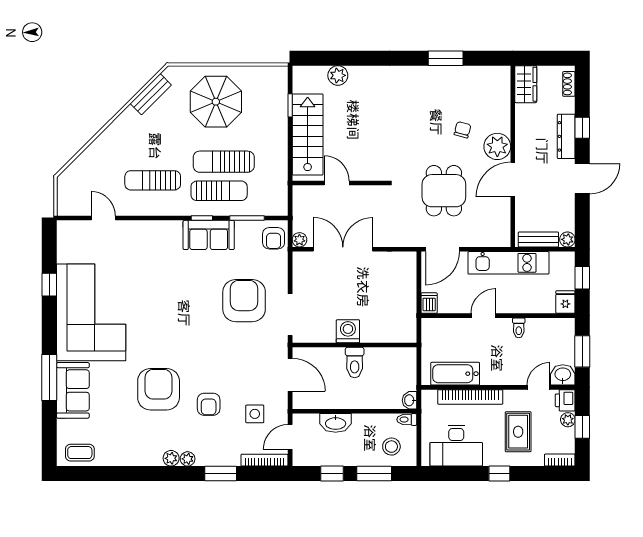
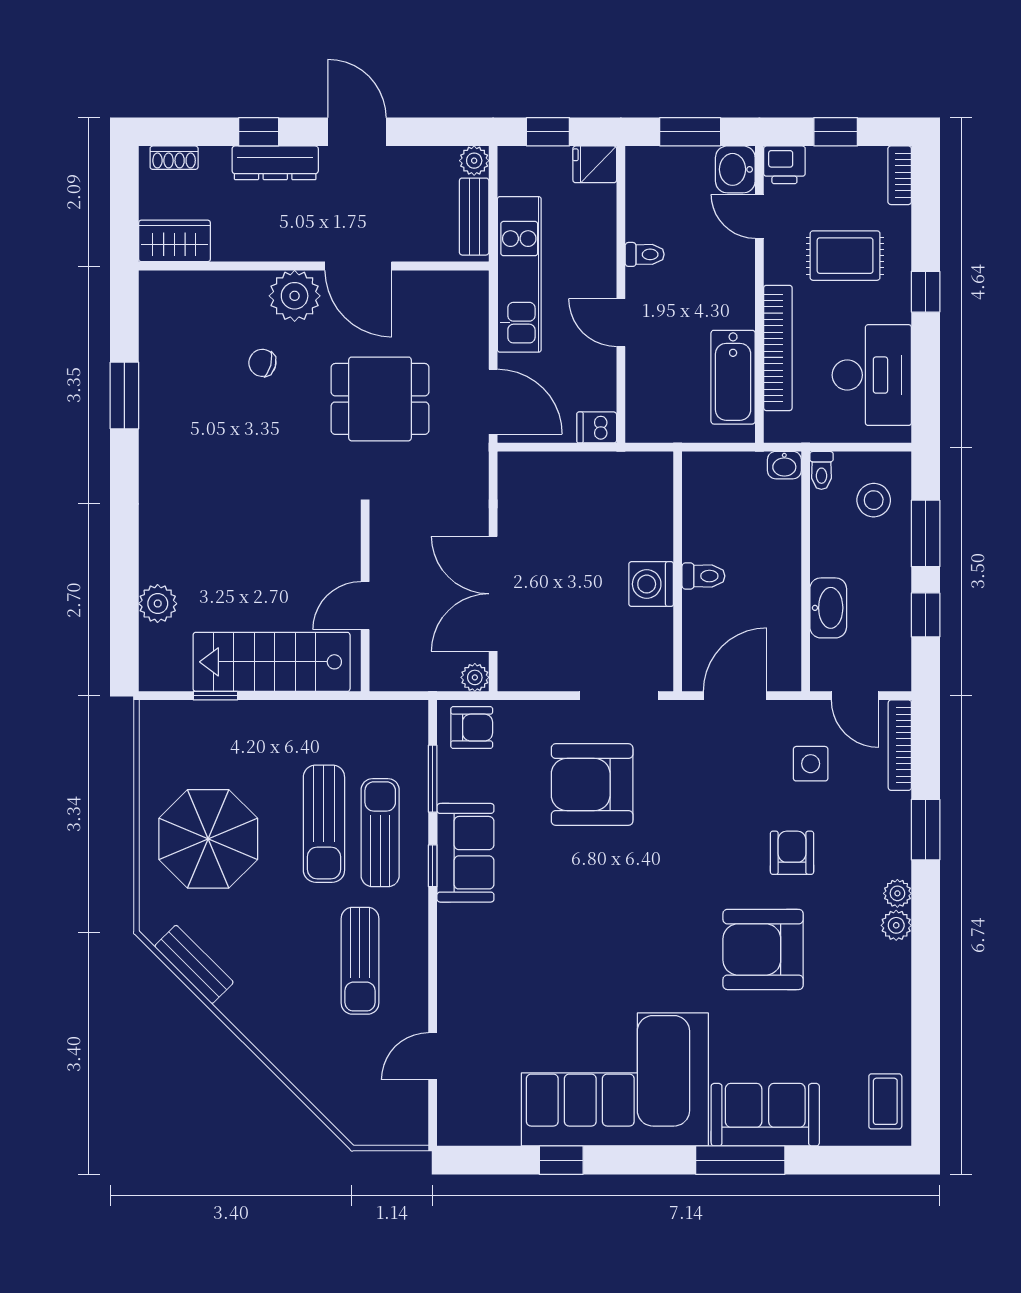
toilet: (355, 363) -> (703, 576), width x0.73, depth x0.72
armchair: (209, 404) -> (792, 853), turned -90
plant: (568, 420) -> (822, 160), removed

